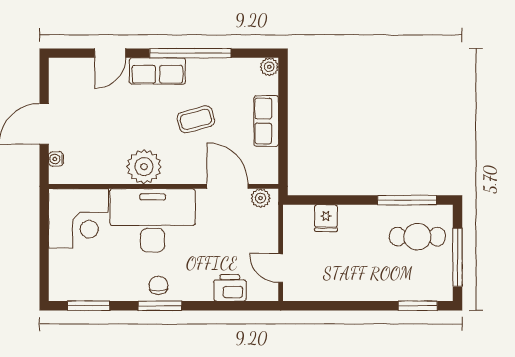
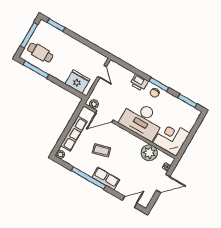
door: (110, 53) -> (130, 202), moved
row of seats: (266, 121) -> (74, 134), width x1.48
plant: (144, 167) -> (149, 153), moved
door: (228, 186) -> (104, 116), hinge flipped
fridge: (326, 218) -> (77, 82), width x1.88, depth x1.34
printer: (230, 288) -> (139, 83), moved

